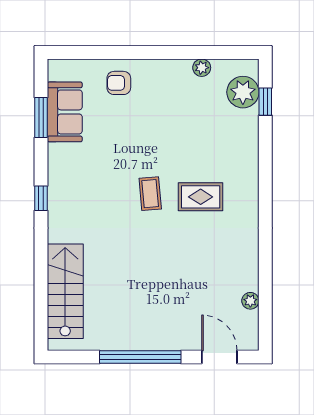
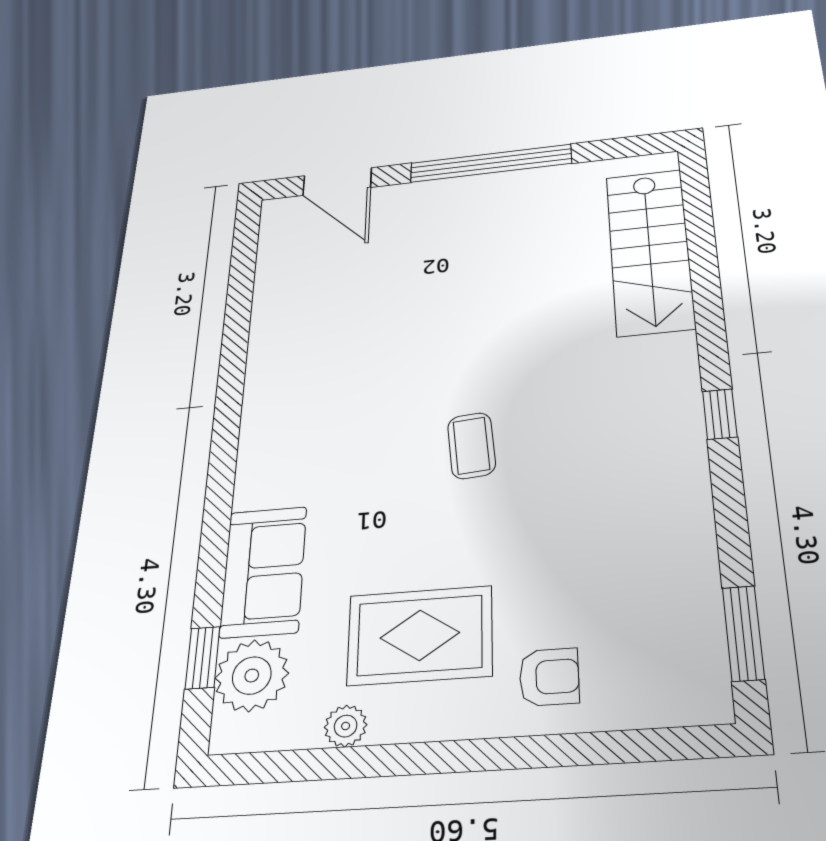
sofa: (65, 112) -> (264, 571), moved, turned 180
window: (41, 118) -> (743, 633), moved
rug: (201, 197) -> (420, 635), moved, width x1.36, depth x1.43
plant: (250, 301) -> (270, 276), removed

